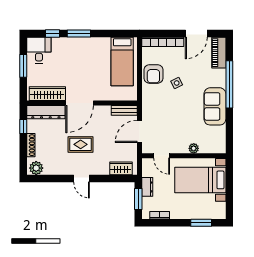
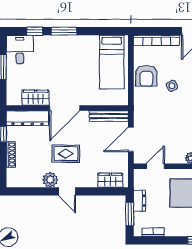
wardrobe: (47, 94) -> (36, 98), width x0.67
bench: (124, 110) -> (109, 116), width x1.36
door: (162, 156) -> (155, 166), swing flipped
plant: (36, 168) -> (50, 180), moved

